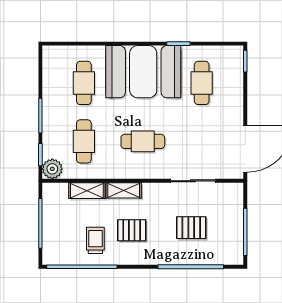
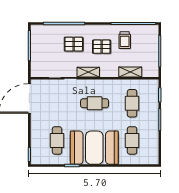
plant: (52, 169) -> (152, 86), removed
shelving: (124, 190) -> (88, 72), moved
pallet: (191, 228) -> (74, 44), moved

